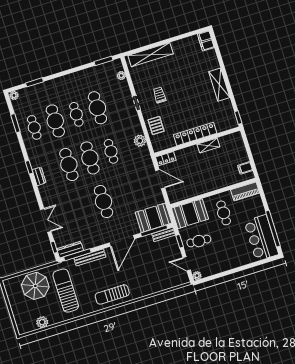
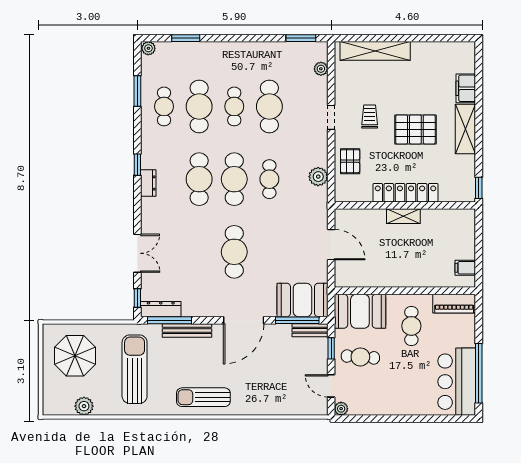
filing cabinet: (206, 41) -> (466, 88), moved
pallet: (189, 94) -> (415, 129), added
shelving: (208, 145) -> (403, 216), moved
locker: (166, 159) -> (349, 216), removed
parasol: (35, 286) -> (75, 356), moved

